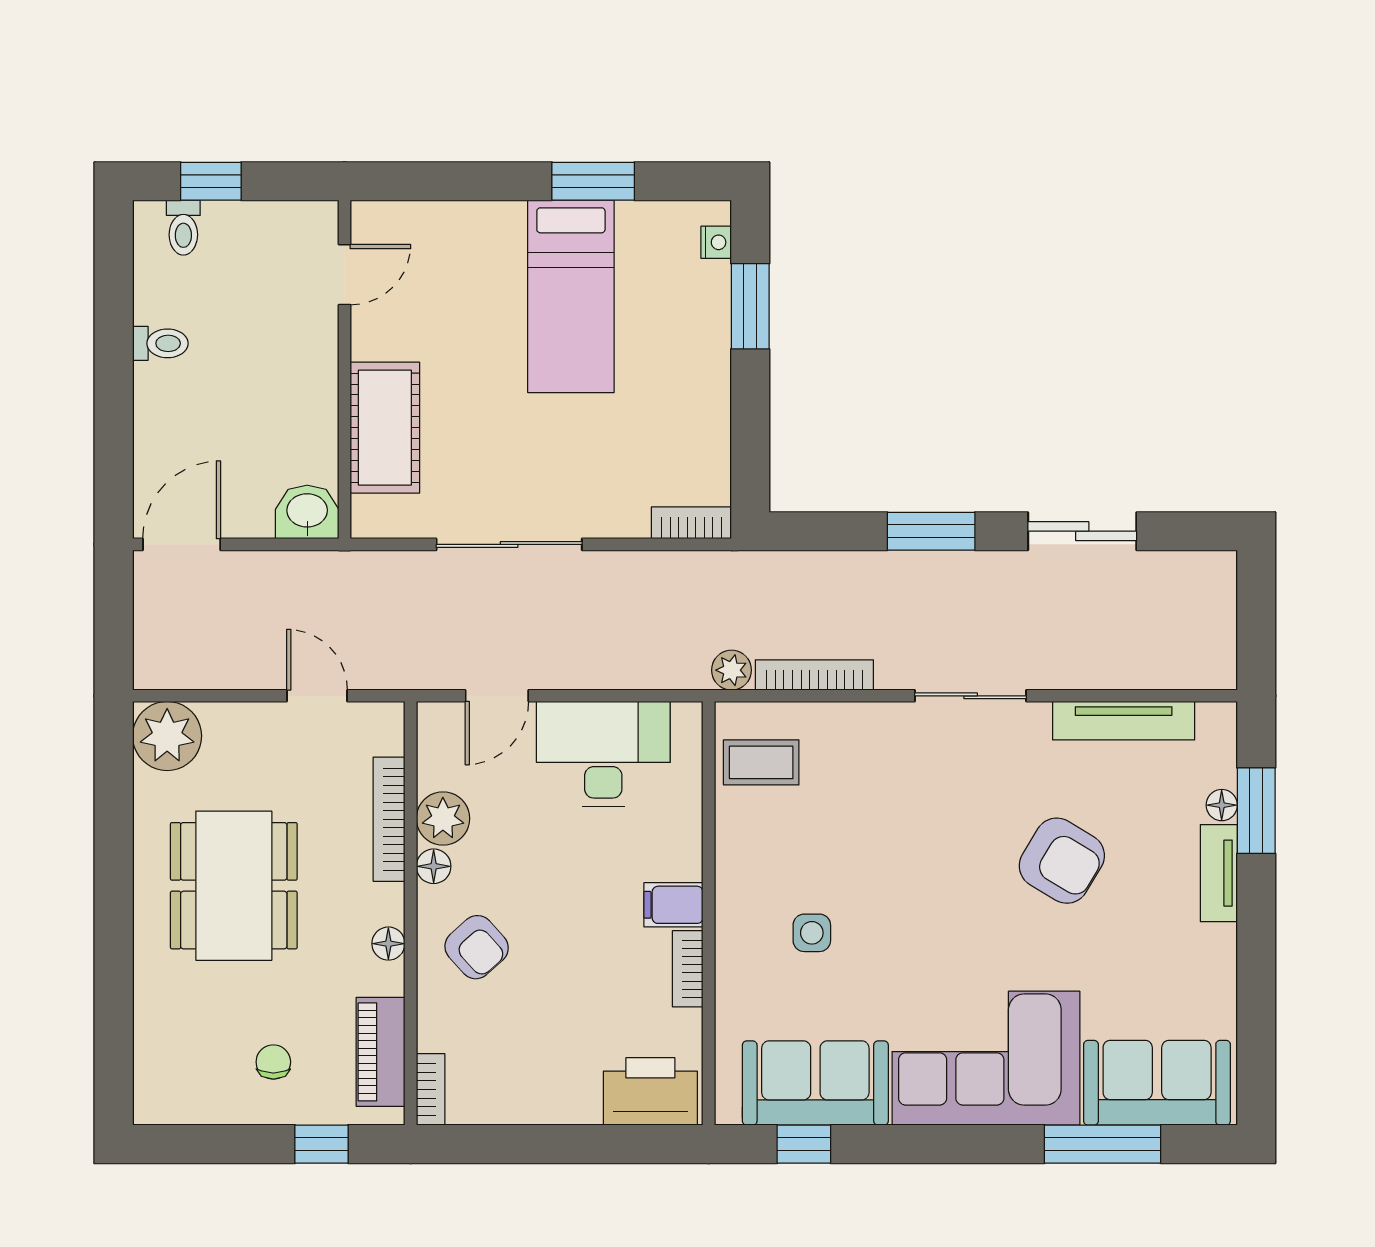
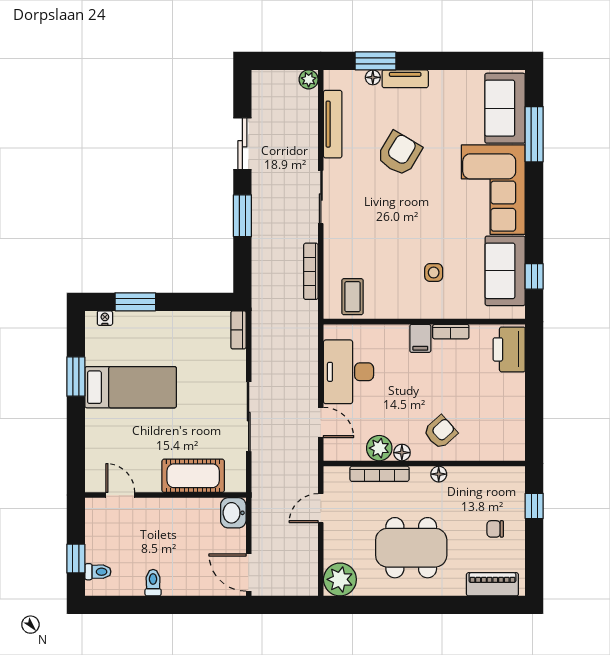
plant: (732, 670) -> (309, 79), moved
piano: (381, 1052) -> (492, 584), moved, turned 180
bookcase: (431, 1089) -> (508, 454), removed

